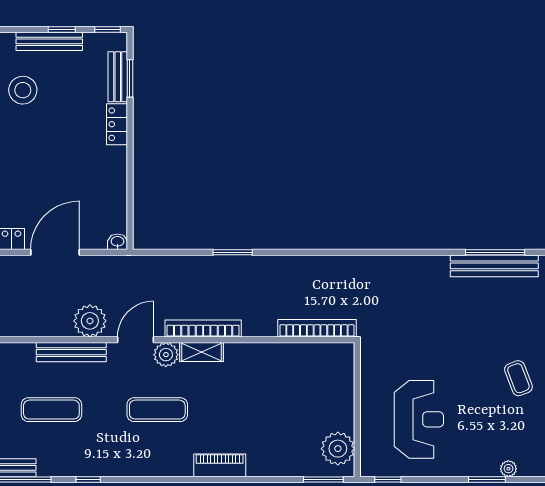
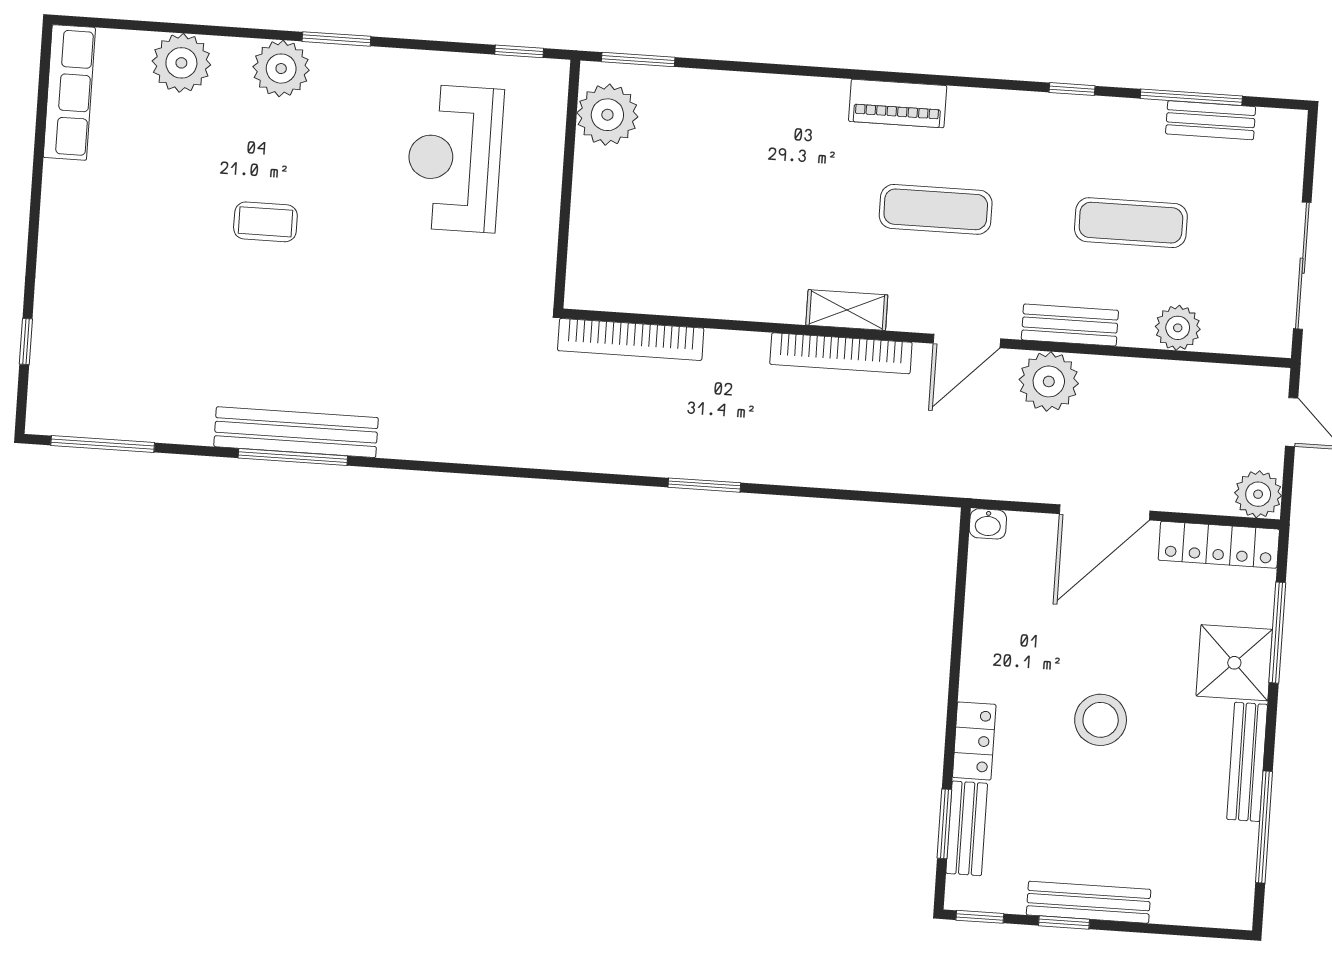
stool: (23, 90) -> (1101, 720), moved
window: (233, 252) -> (704, 485), moved
bench: (71, 352) -> (1070, 325), width x0.73
plant: (166, 355) -> (1178, 328), moved
coffee table: (518, 378) -> (265, 222), turned -69
piano: (220, 465) -> (898, 103), moved
plant: (508, 469) -> (281, 69), width x1.87, depth x1.87

